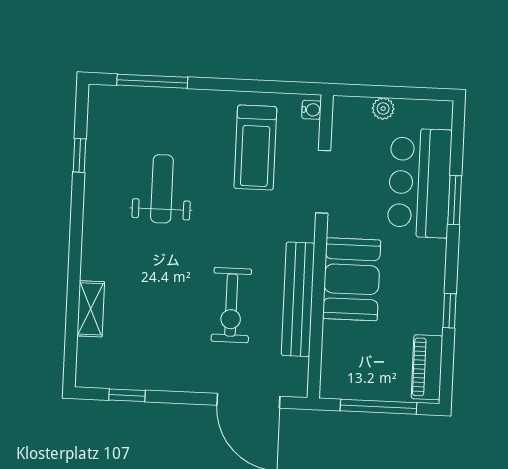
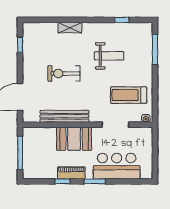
plant: (383, 109) -> (148, 149), removed
window: (455, 200) -> (95, 181), moved
exercise bike: (231, 305) -> (64, 73), moved
shelving: (91, 309) -> (70, 28), moved
piano: (427, 367) -> (71, 173), moved

